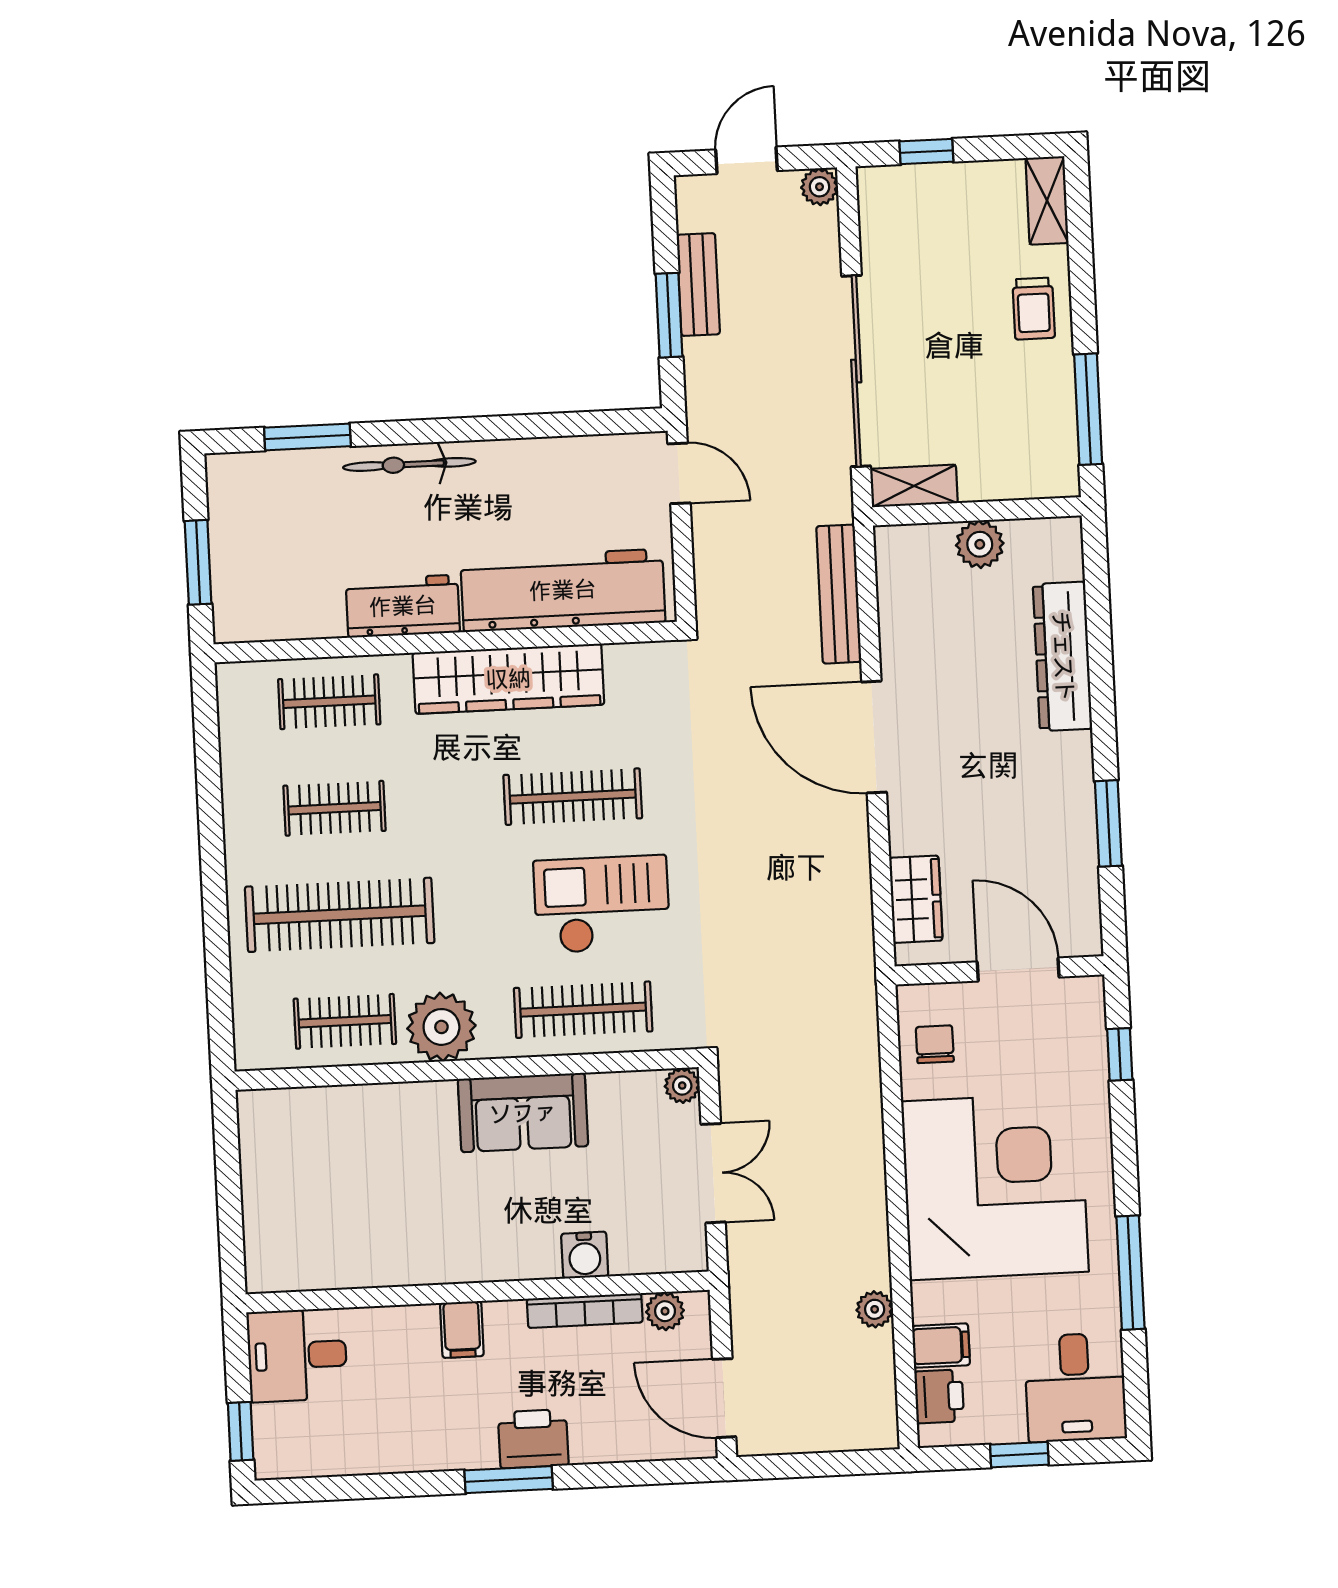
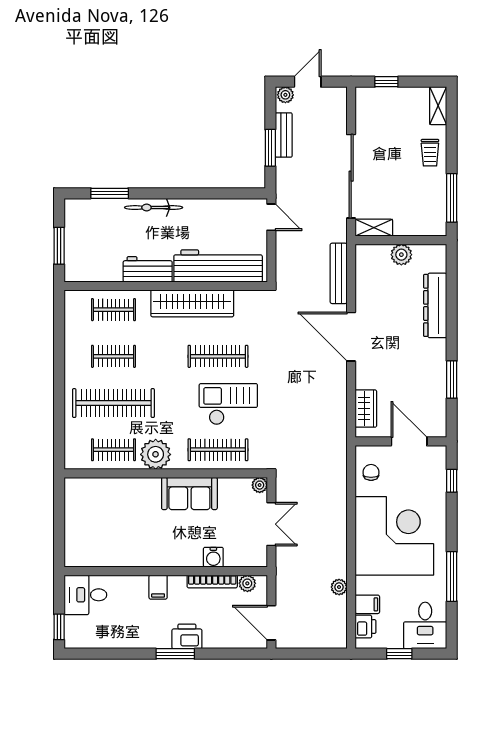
plant: (819, 187) -> (285, 95), moved

